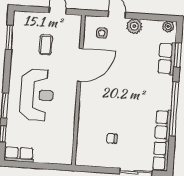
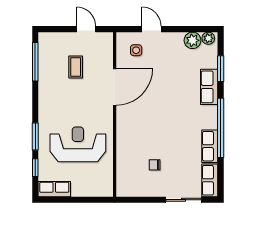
plant: (134, 26) -> (193, 40), moved
window: (9, 37) -> (35, 62), width x1.44
row of seats: (167, 59) -> (209, 87), moved
reception desk: (37, 95) -> (78, 144), moved, turned -90

